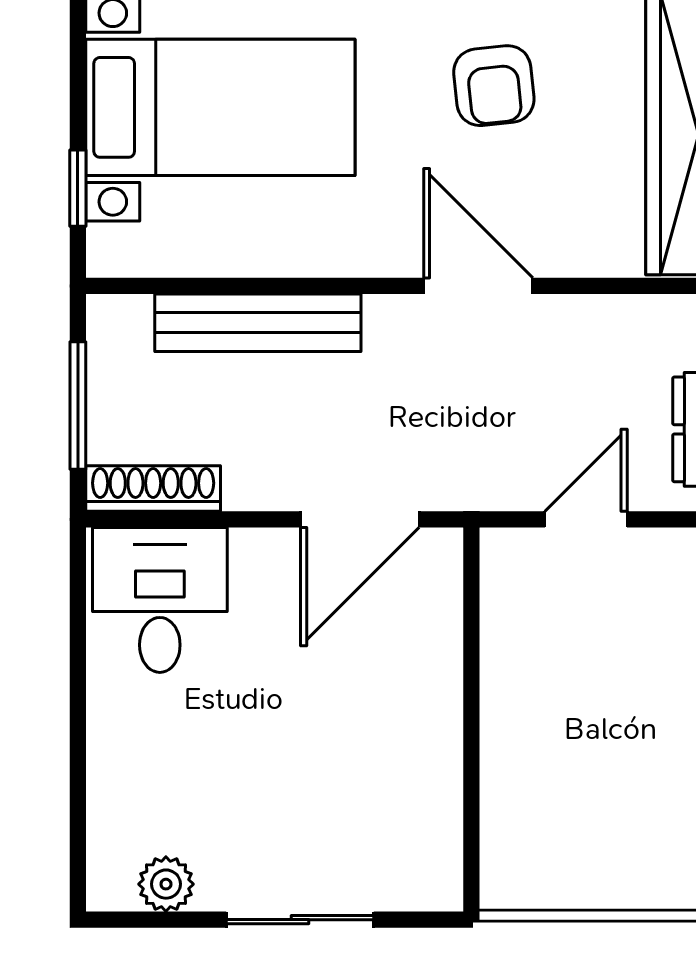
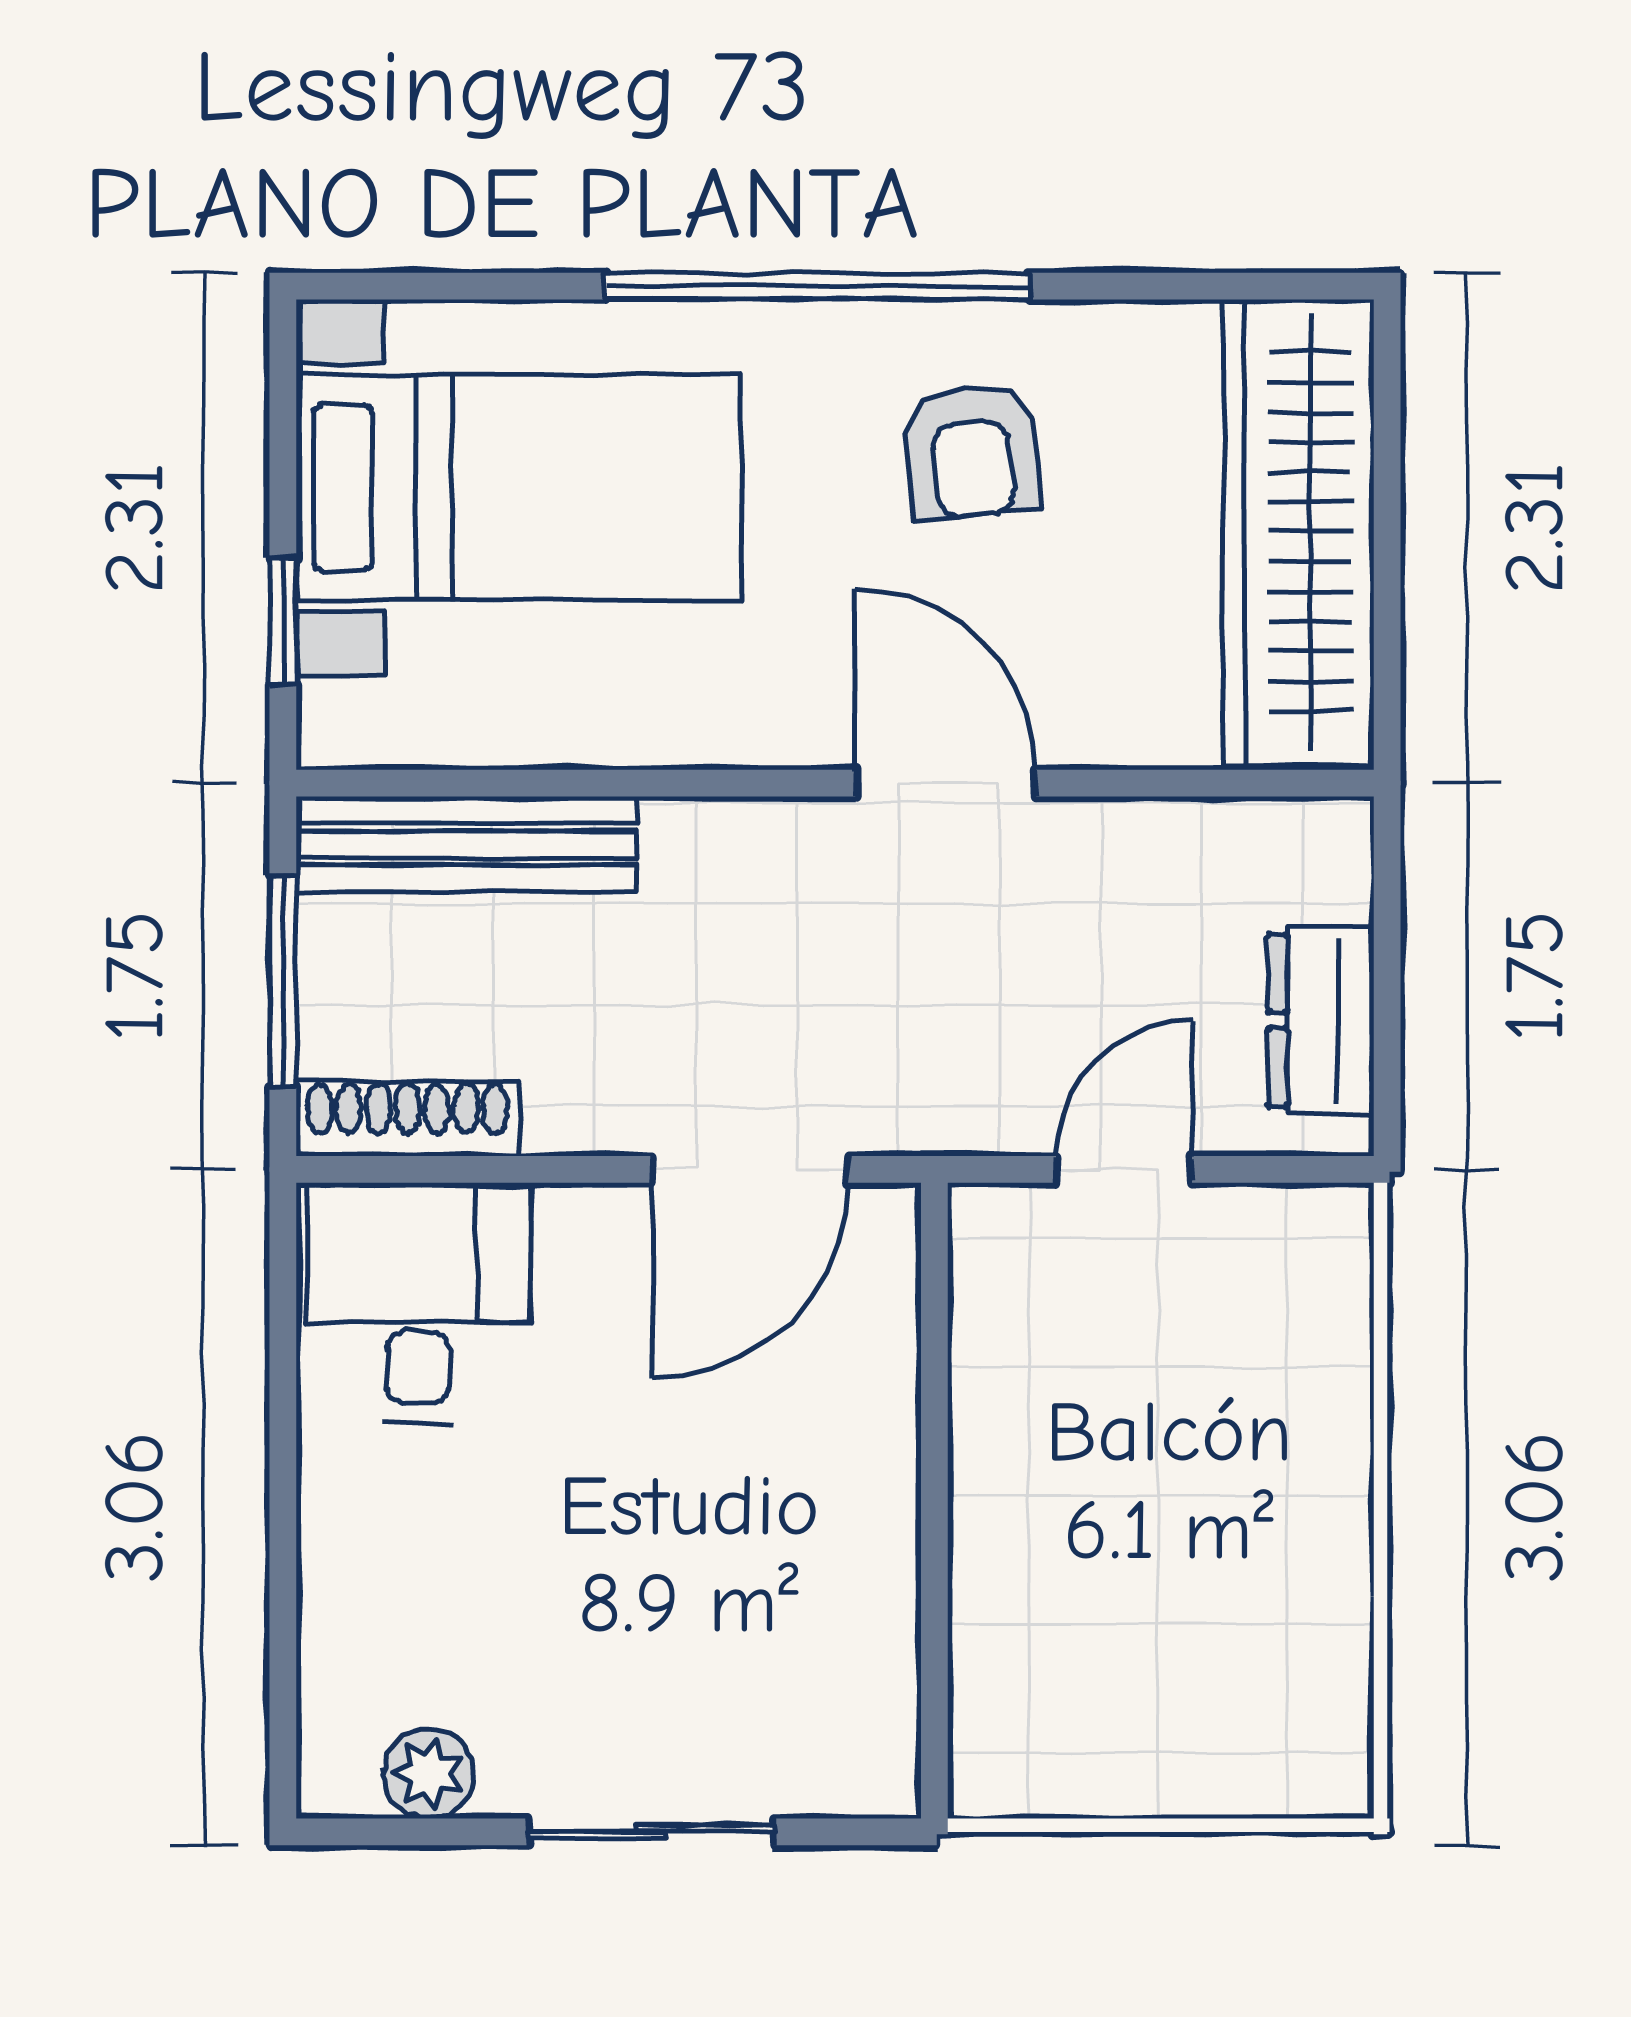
bench: (258, 323) -> (467, 844), moved

